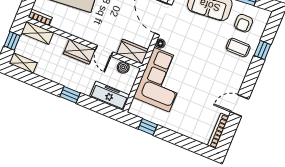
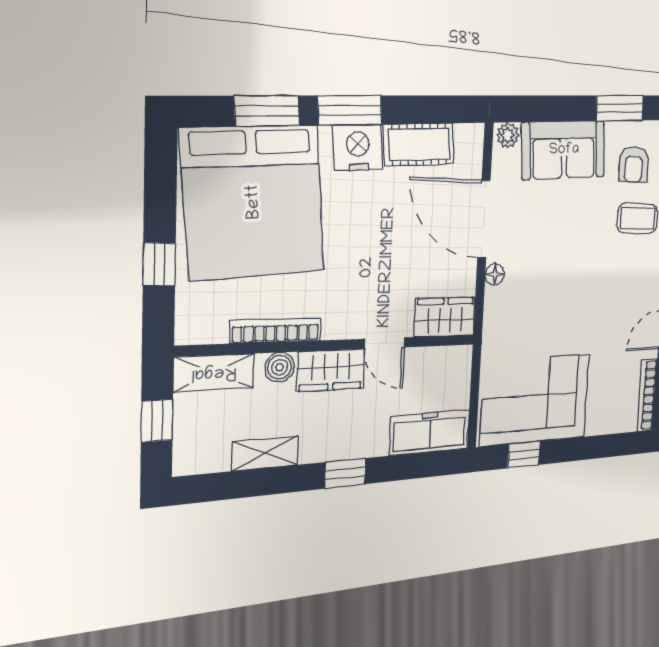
bookcase: (40, 17) -> (276, 330), moved, width x1.56
shelving: (23, 63) -> (265, 453), moved
boiler: (123, 67) -> (280, 367), moved
corner sofa: (162, 80) -> (535, 400), moved, turned -90

